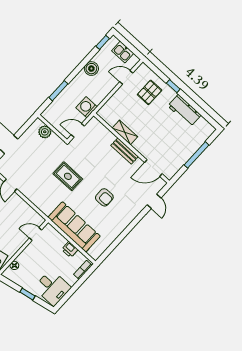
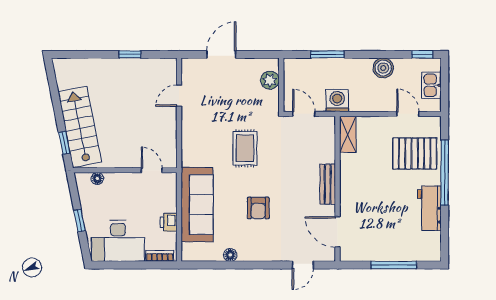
window: (173, 86) -> (445, 173), width x3.17
pallet: (150, 92) -> (415, 153), width x1.50, depth x1.42
shelving: (125, 132) -> (348, 134), moved
floor lamp: (115, 233) -> (230, 255), added
desk: (52, 288) -> (118, 241), width x1.37

